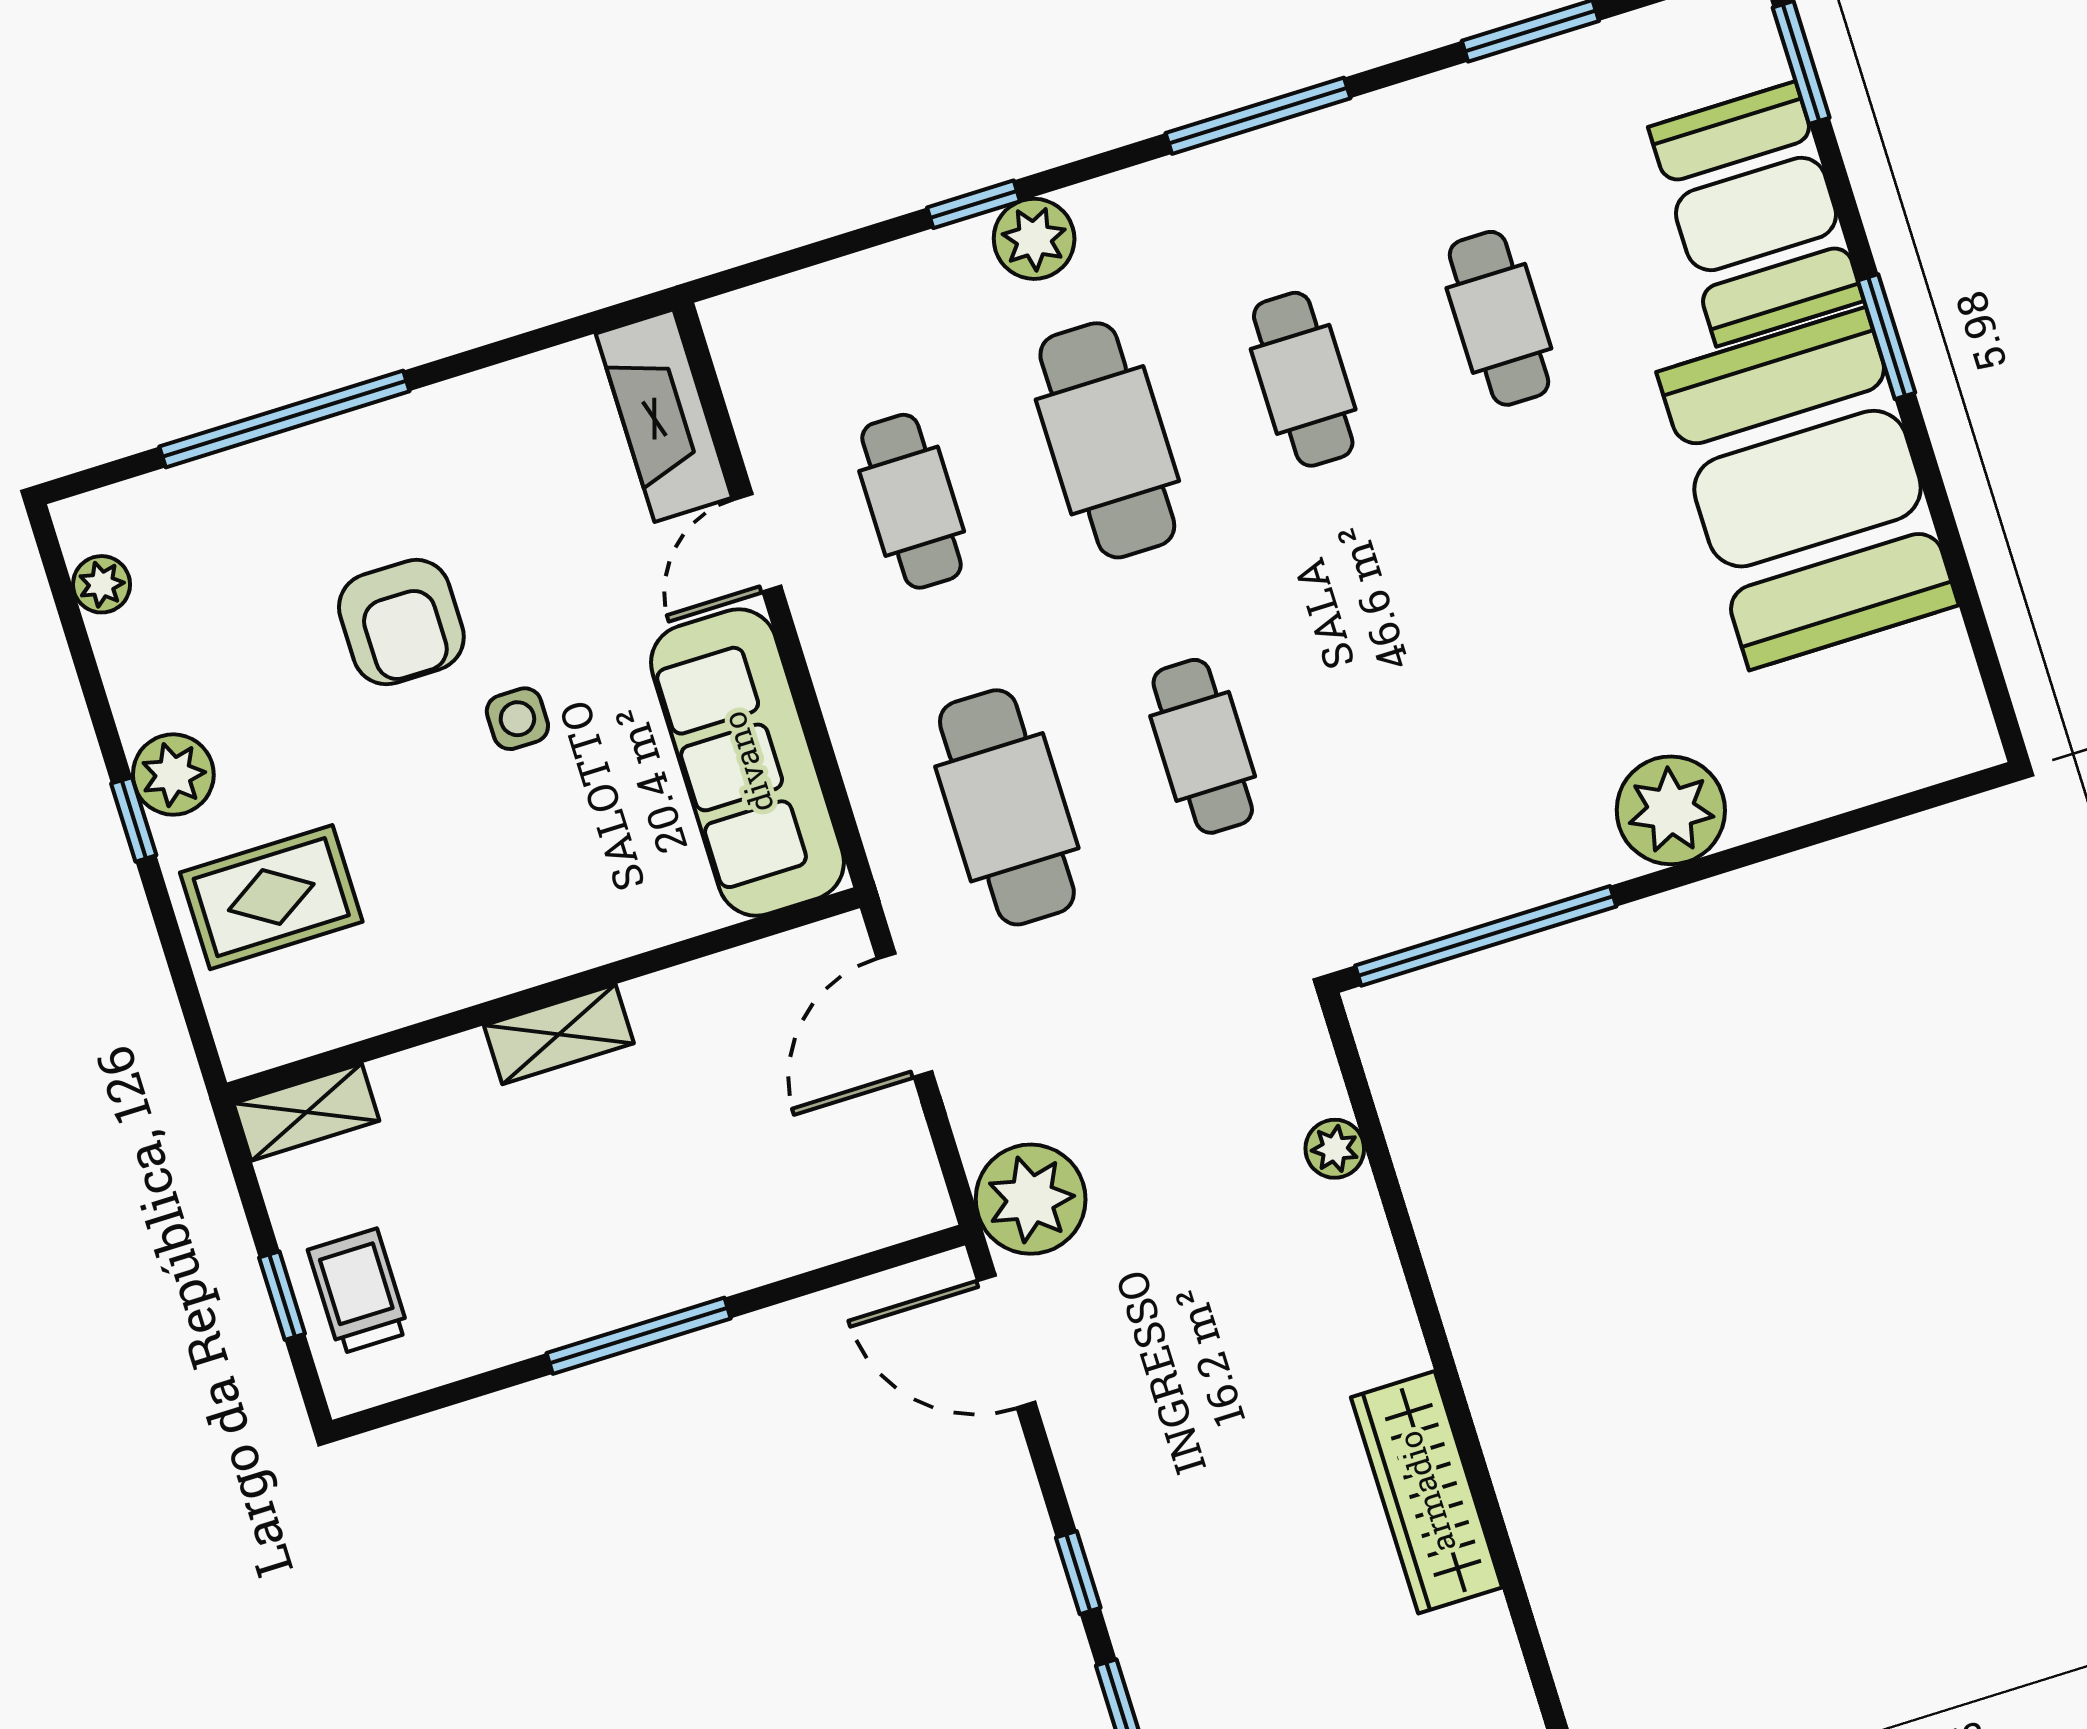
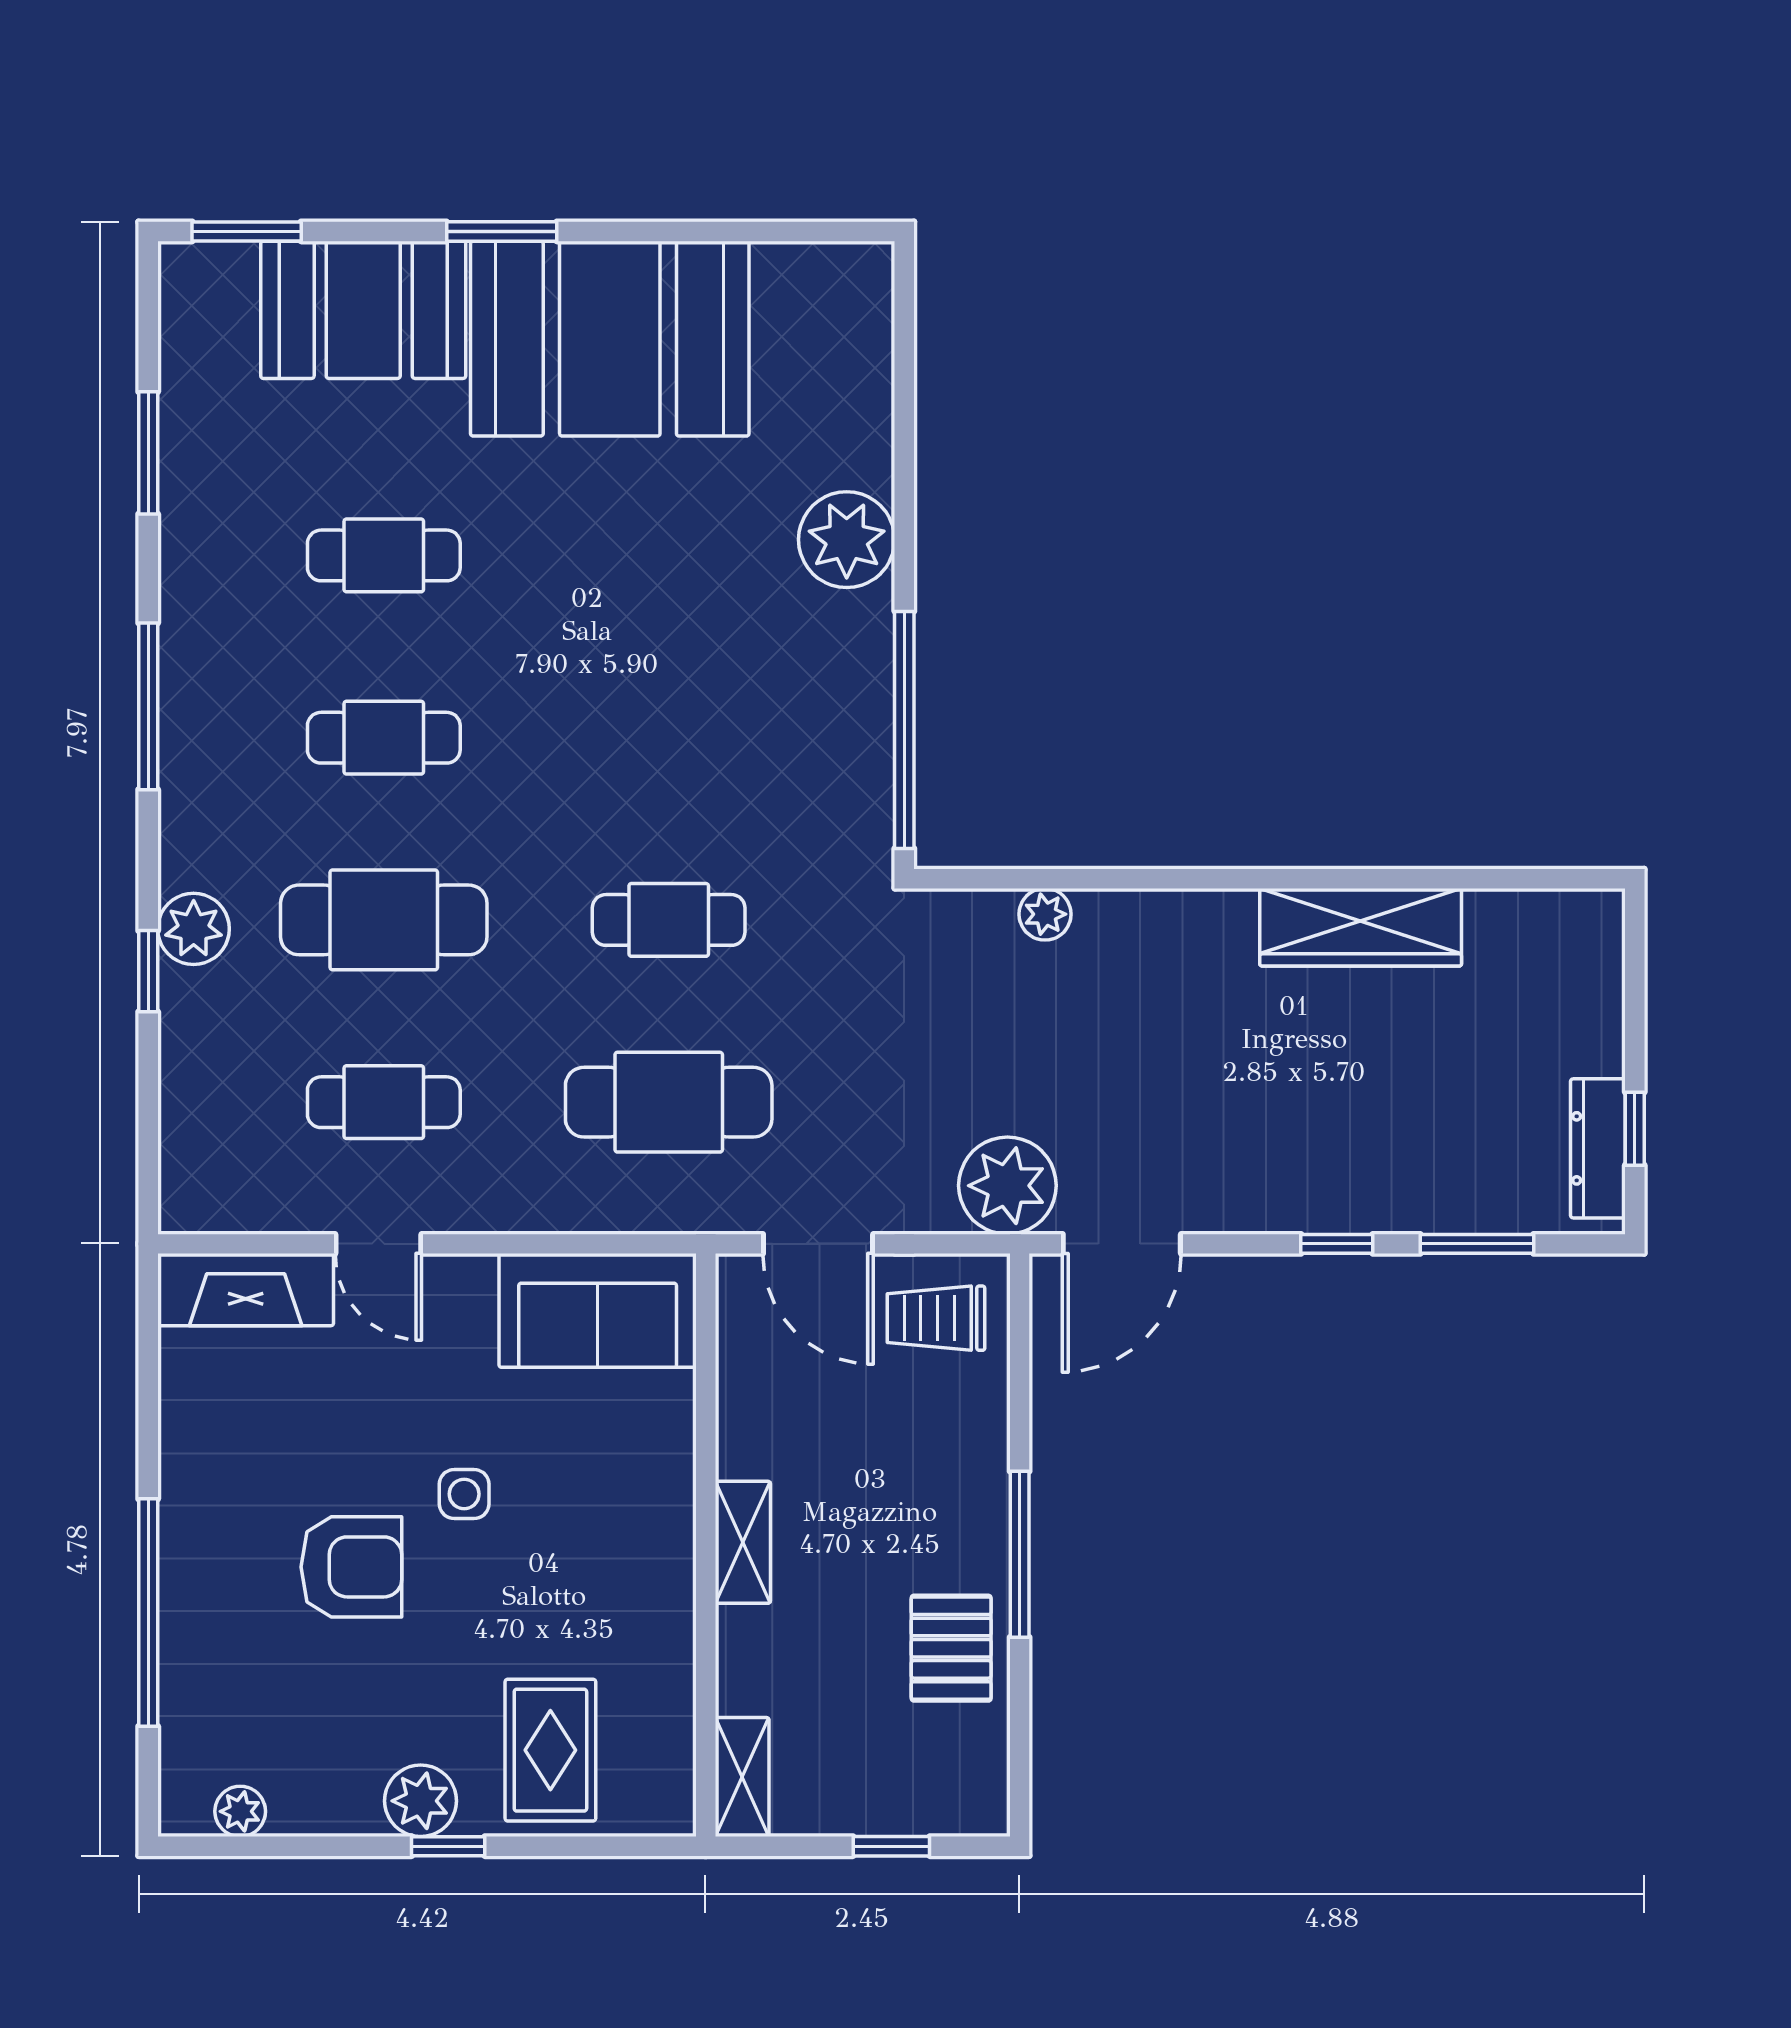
sofa: (747, 762) -> (598, 1310), width x0.73
trolley: (359, 1291) -> (936, 1318), moved
pallet: (515, 1294) -> (951, 1648), added

